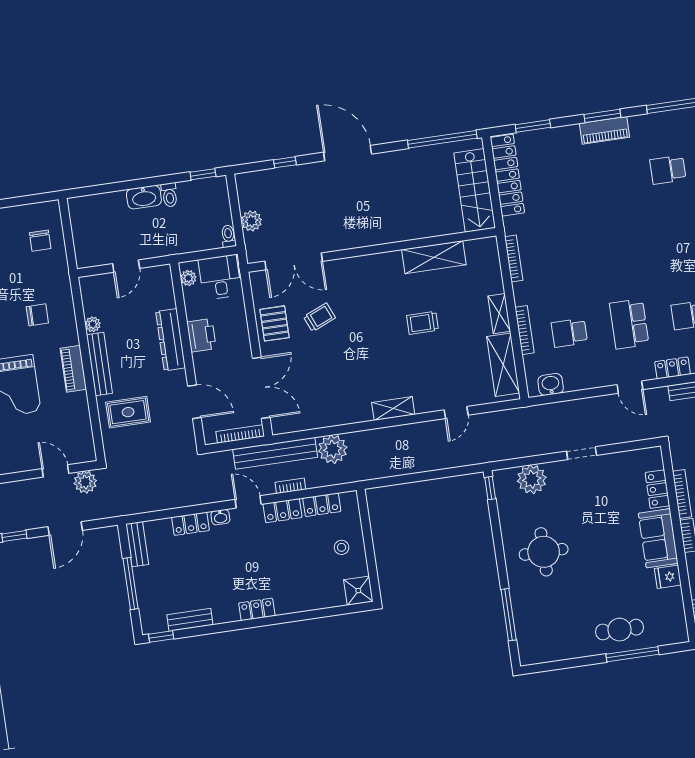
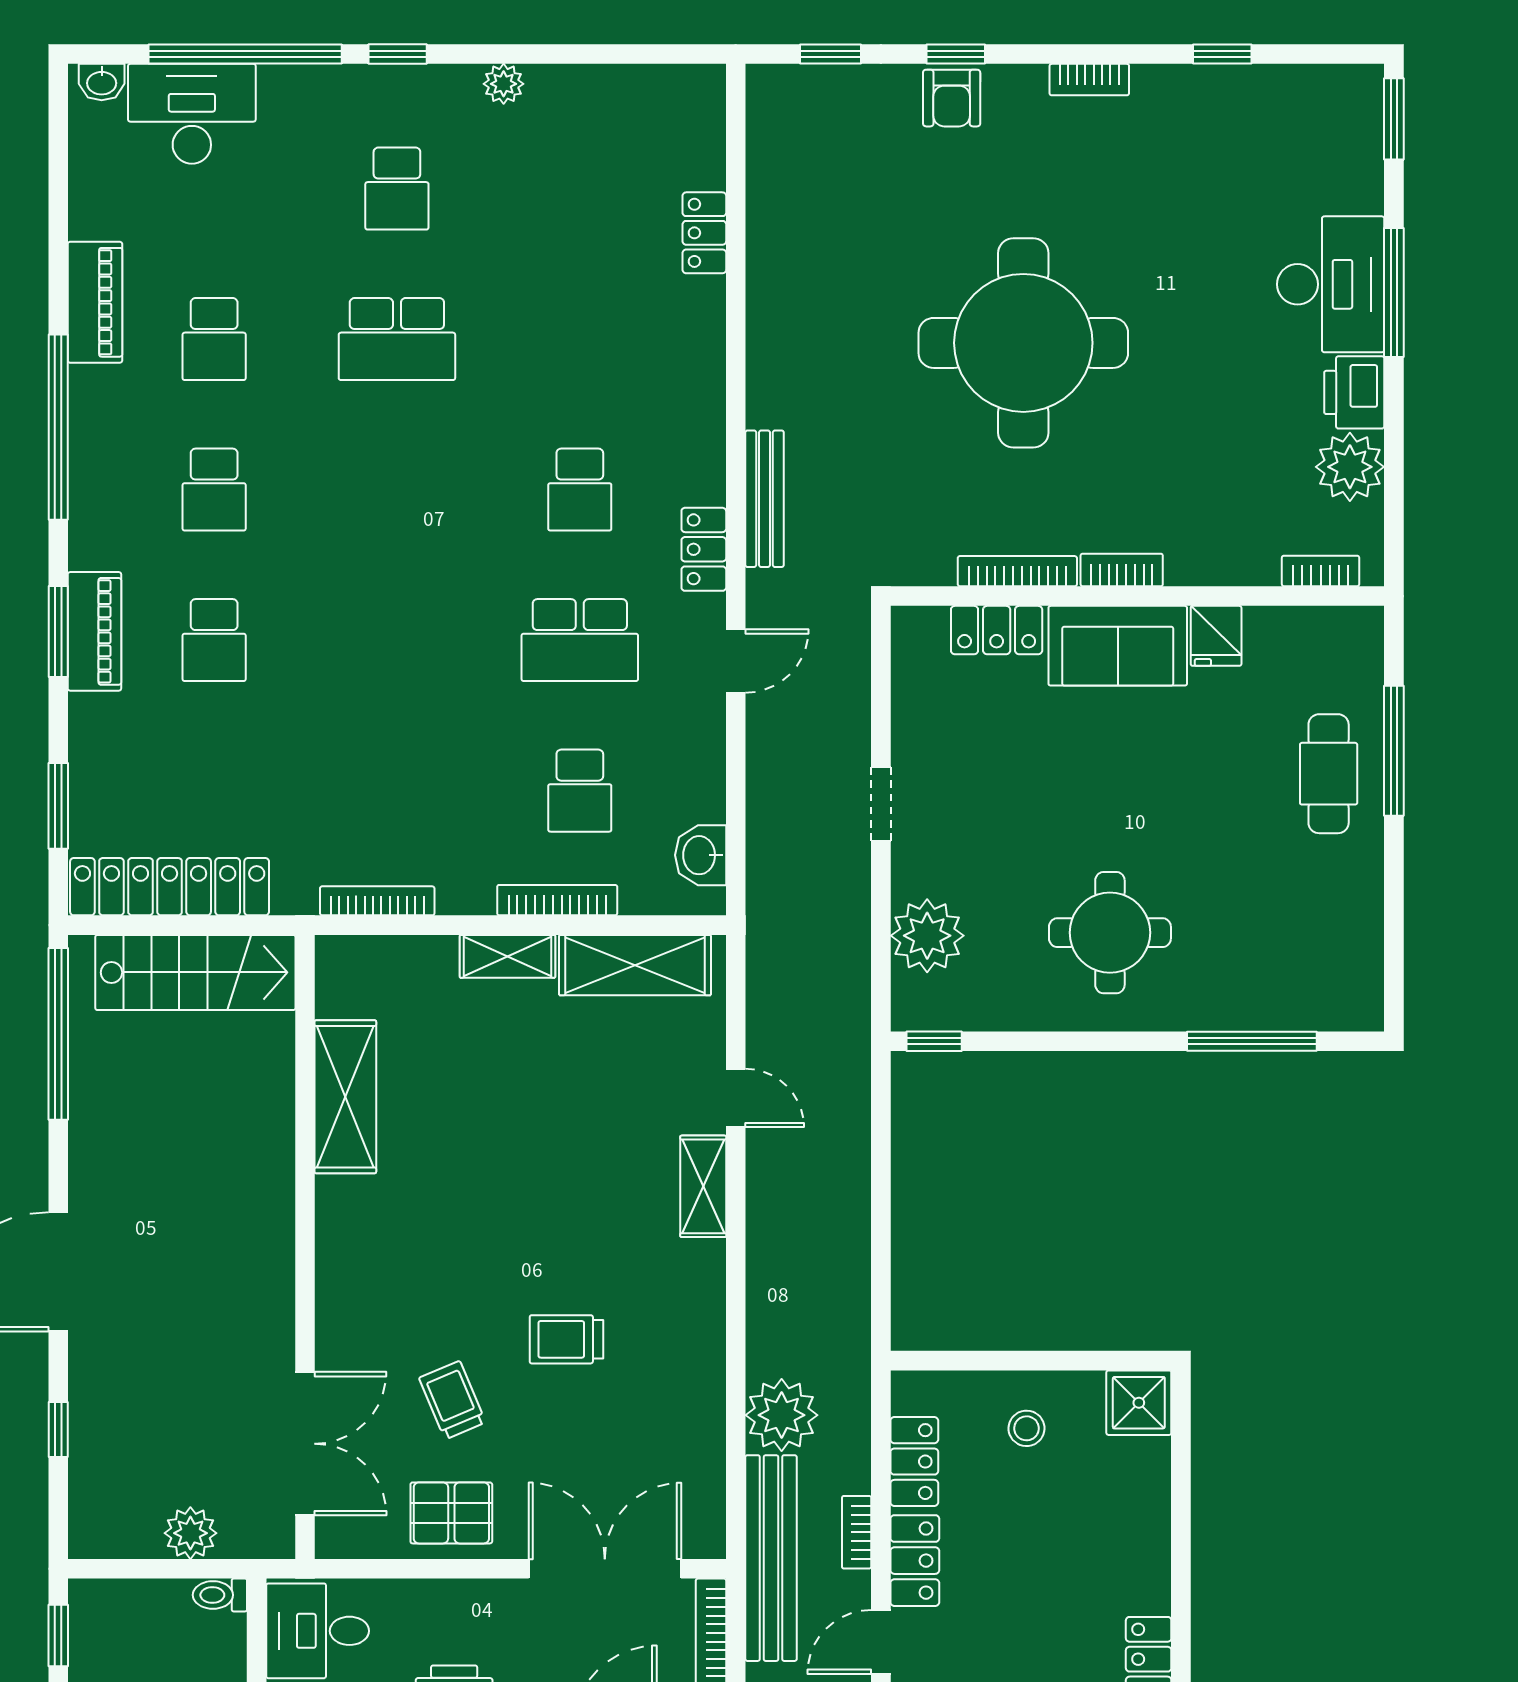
school desk: (608, 178) -> (214, 640), added
trolley: (422, 323) -> (566, 1339), moved, turned 90
shelving: (393, 408) -> (703, 1186), moved

